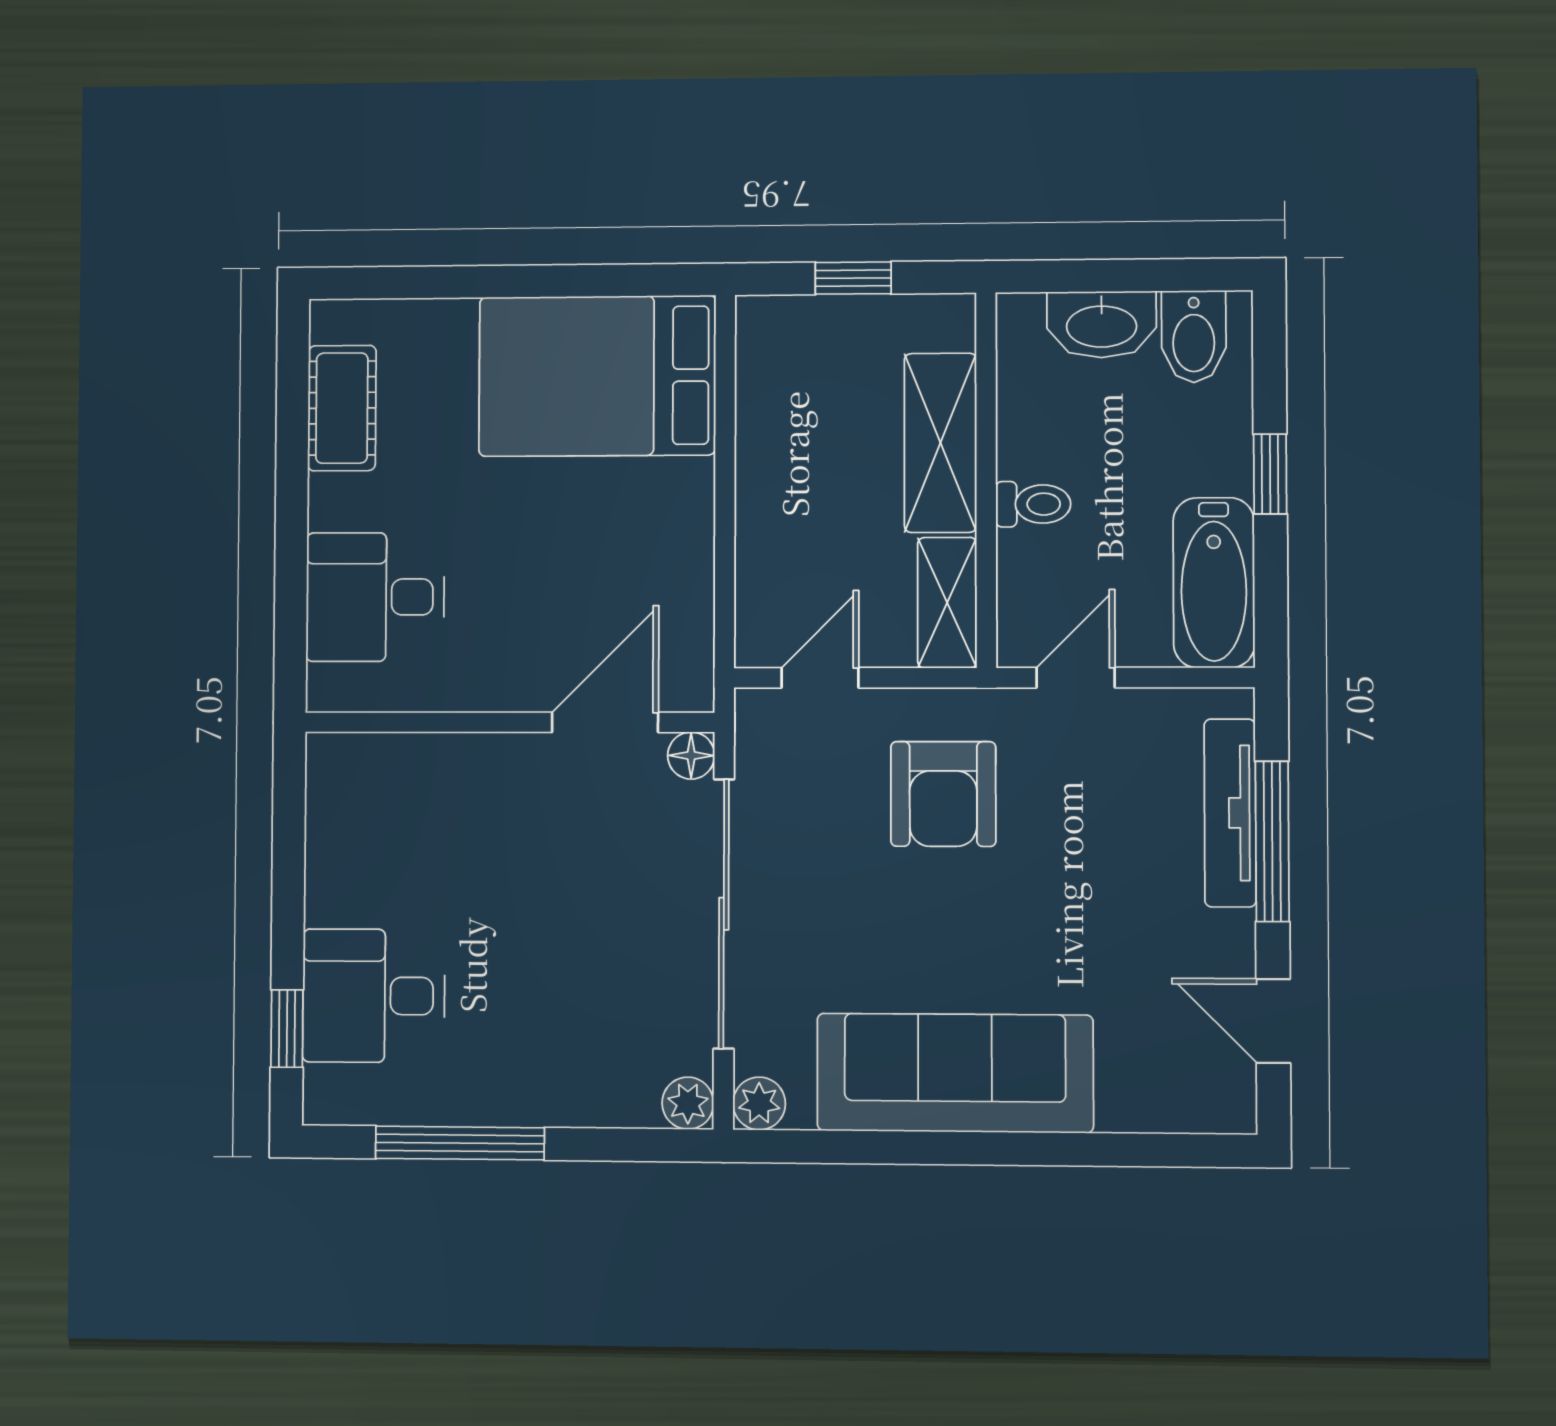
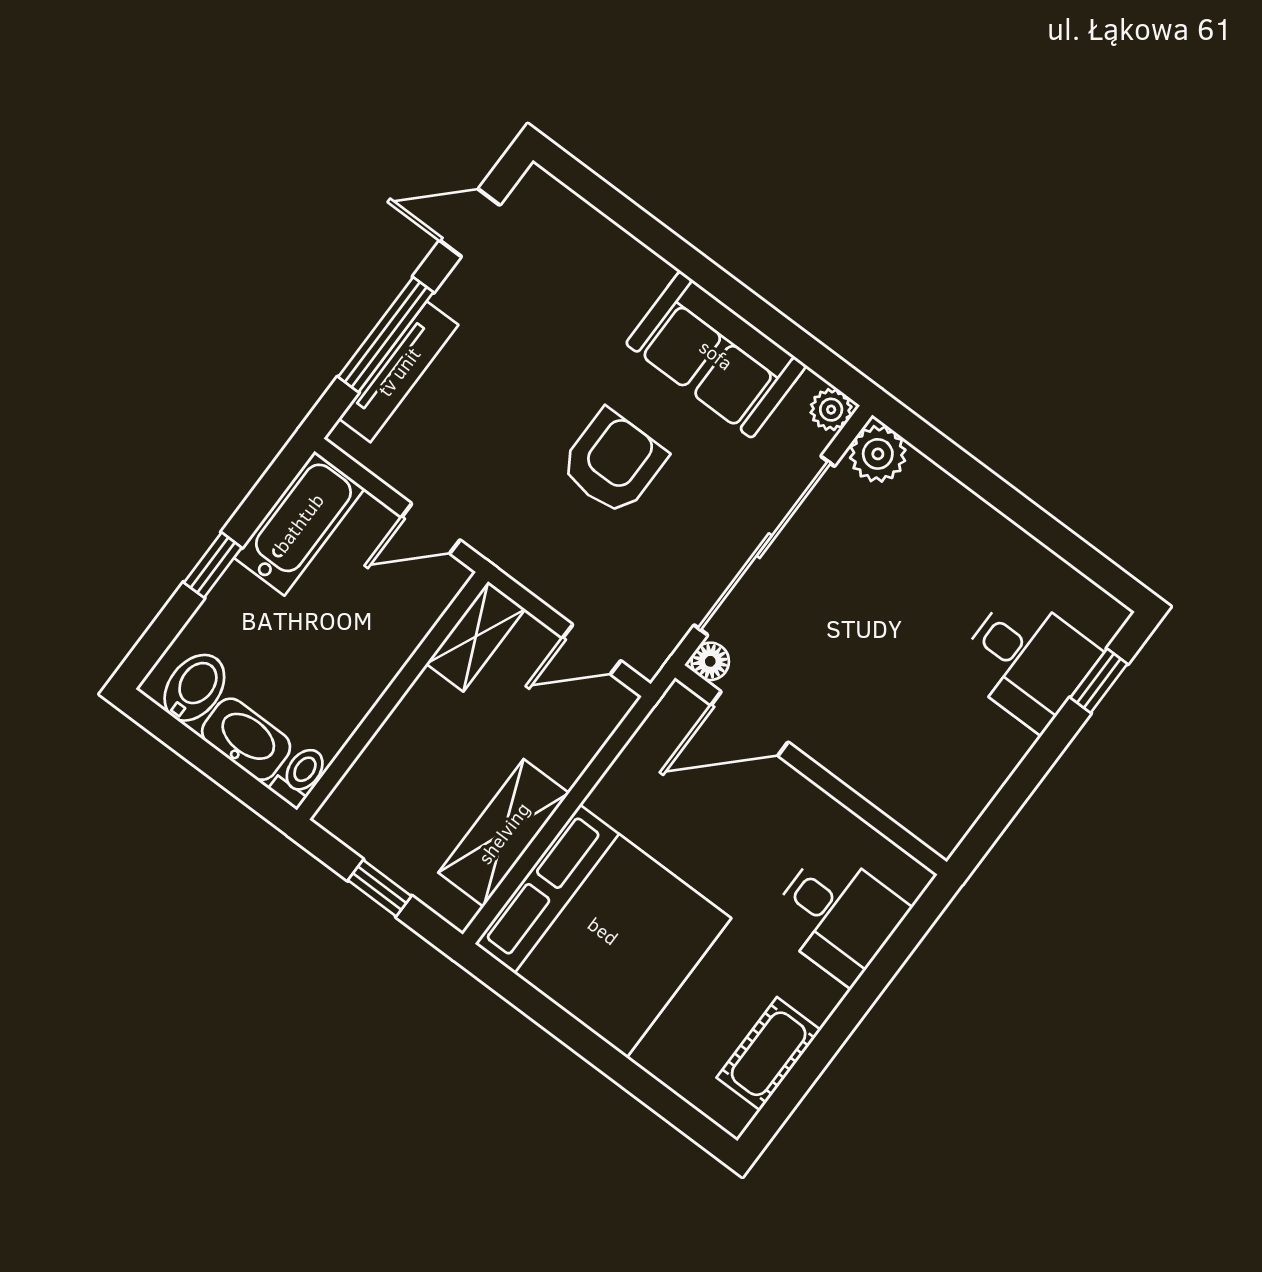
bed: (597, 376) -> (603, 931), width x1.36
shelving: (940, 443) -> (504, 833), moved
toilet: (1033, 504) -> (300, 776), moved, turned 90
armchair: (943, 794) -> (613, 462), moved
door: (1273, 1021) -> (470, 223), swing flipped
sofa: (955, 1073) -> (716, 355), width x0.73
plant: (688, 1103) -> (878, 454), width x1.38, depth x1.38
window: (460, 1143) -> (1041, 526), removed

